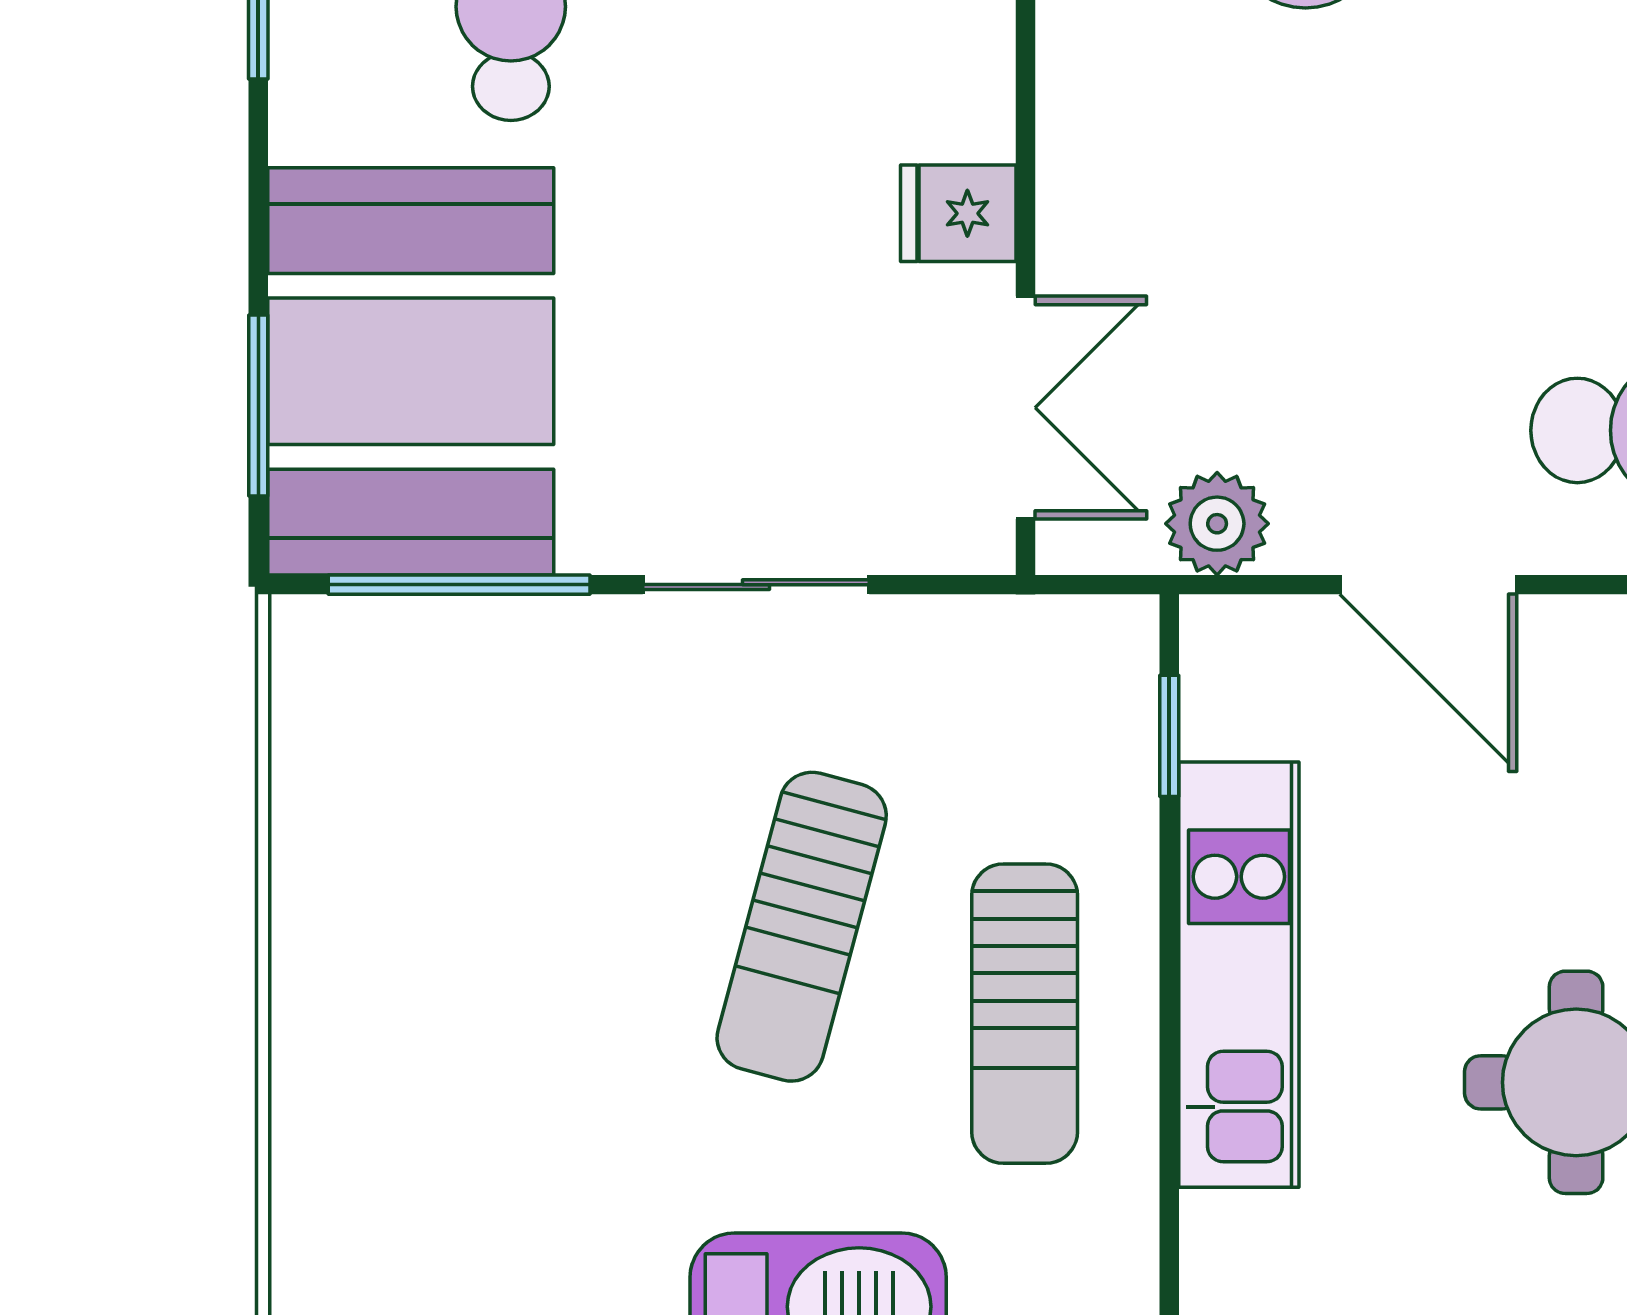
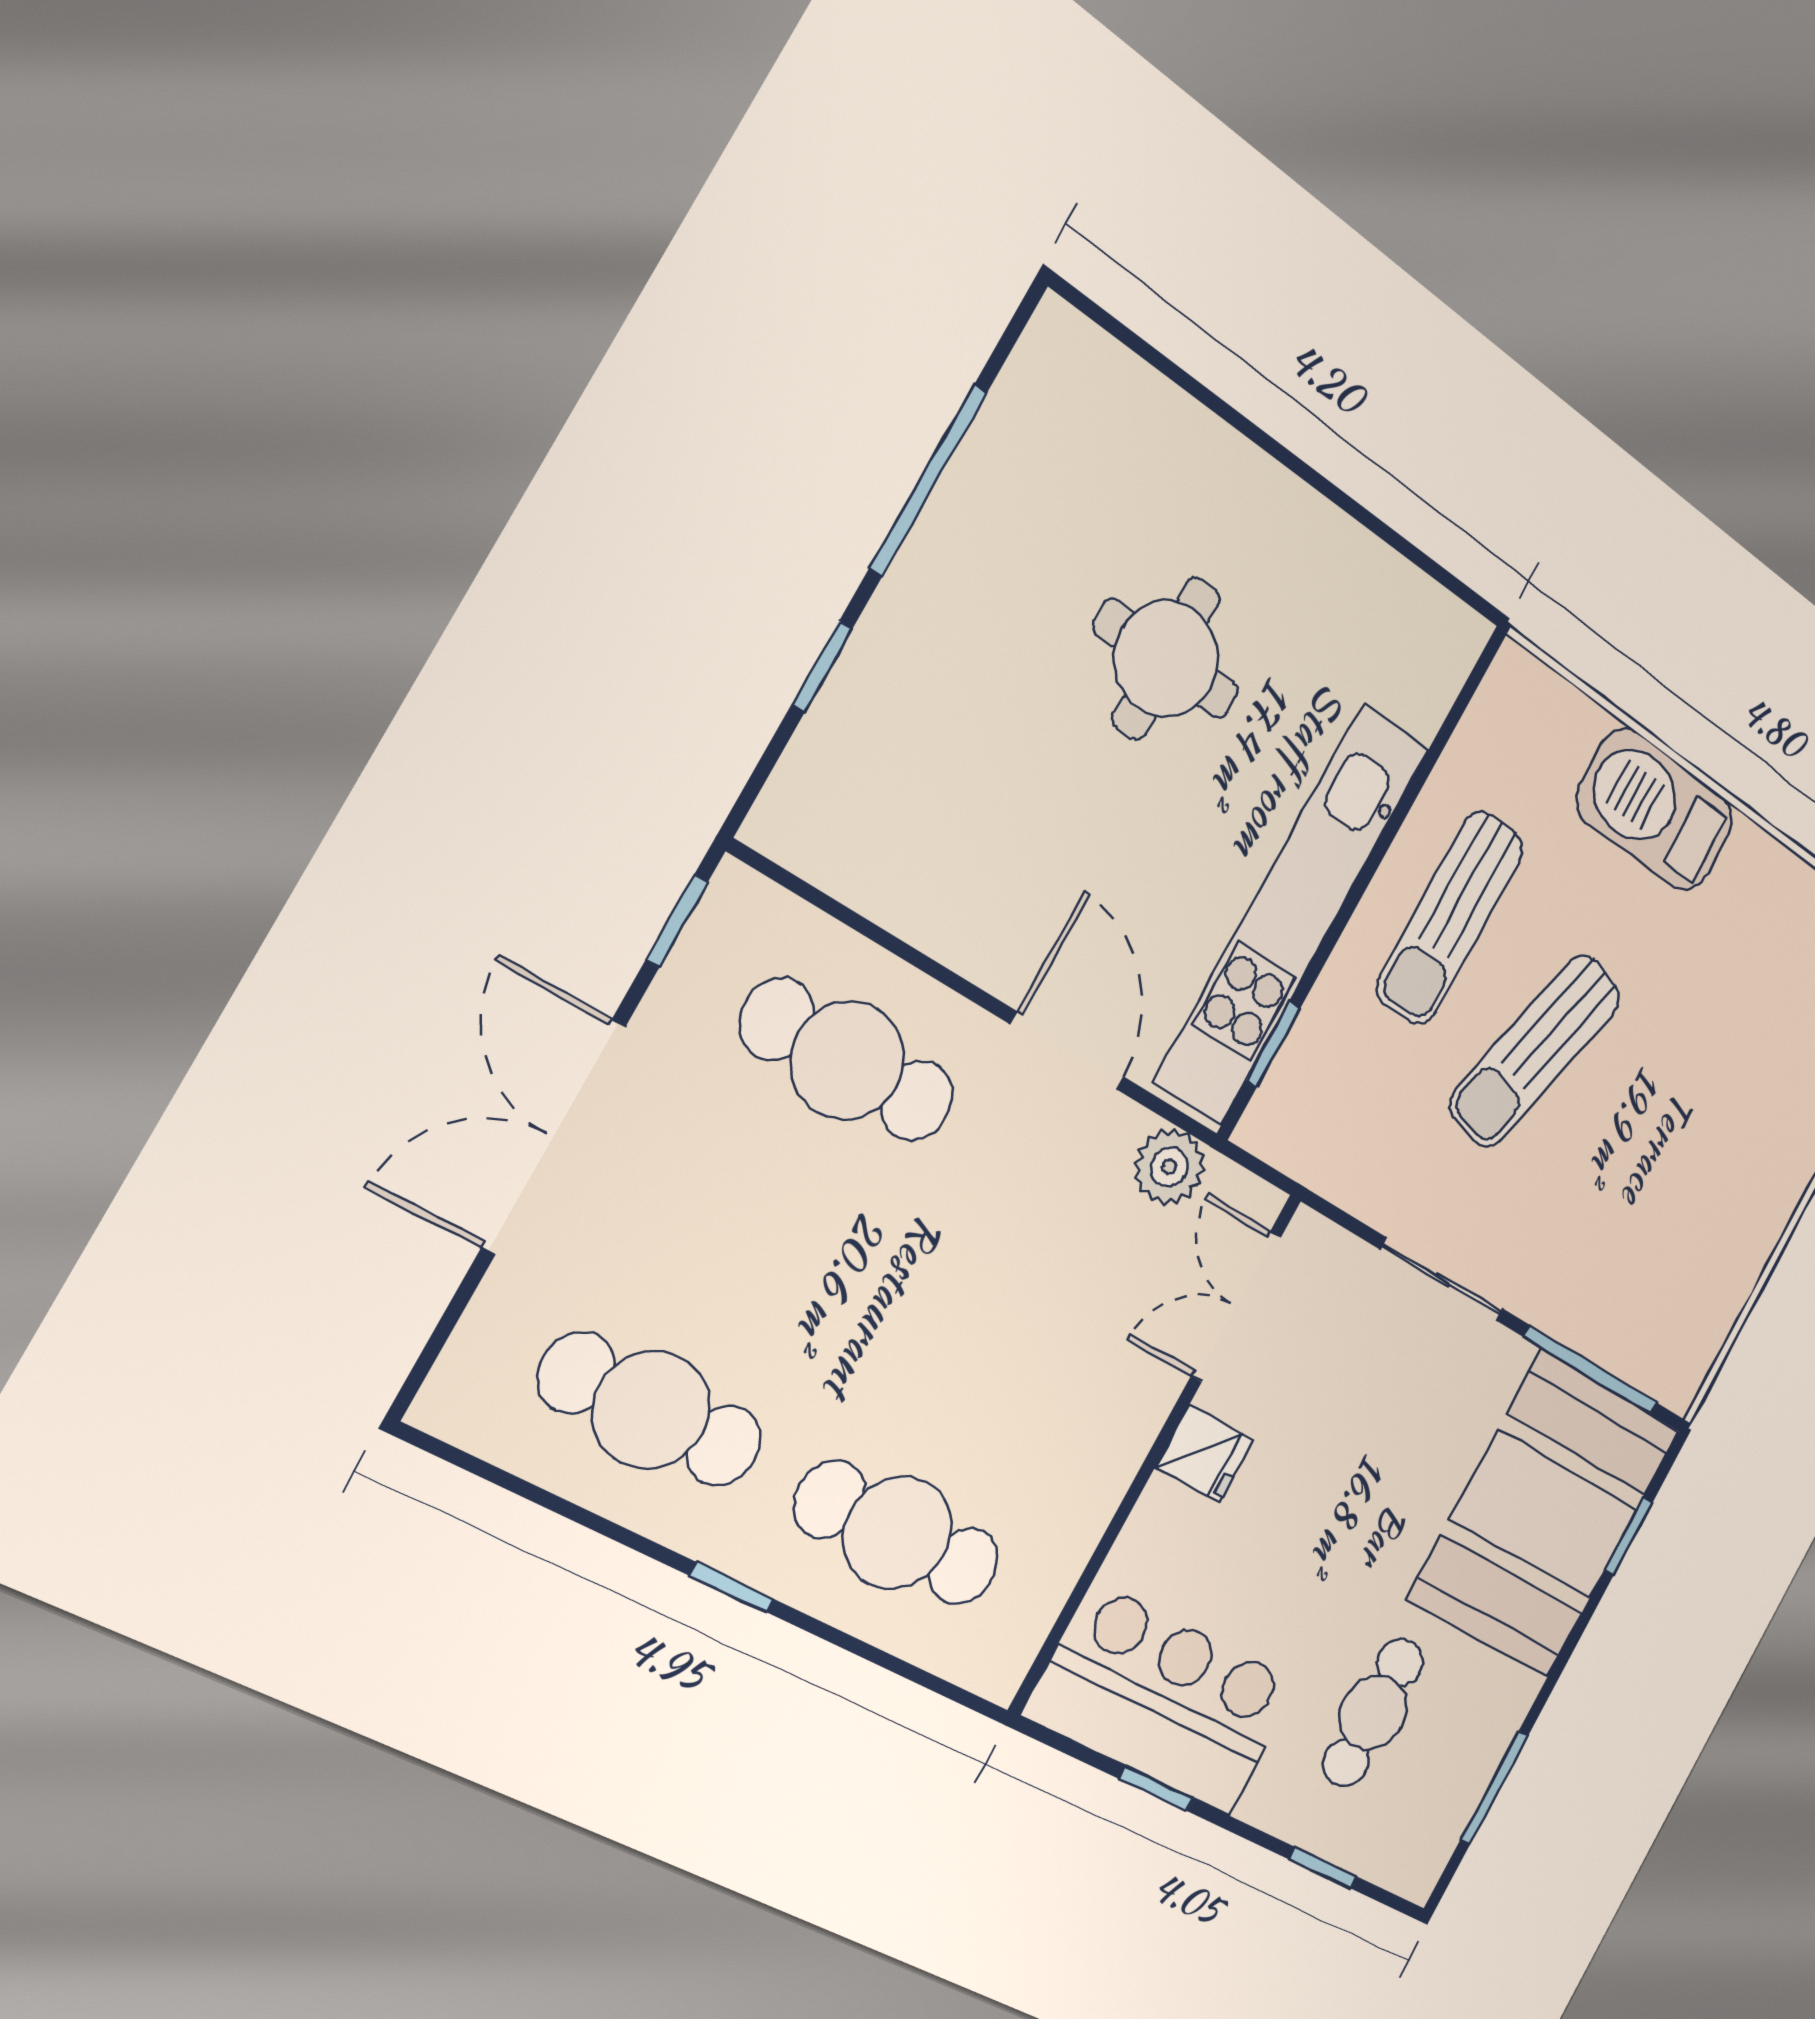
window: (258, 405) -> (1629, 1536), width x0.67
sun lounger: (802, 927) -> (1535, 1051), turned 180
kitchen unit: (1239, 975) -> (1292, 914), width x1.36
sun lounger: (1025, 1014) -> (1450, 918), turned 180

